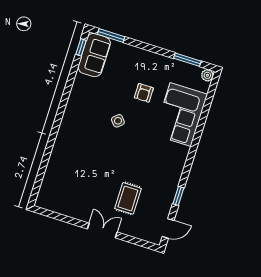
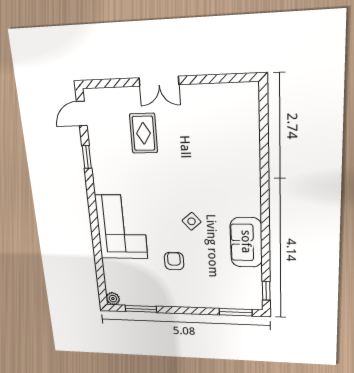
sofa: (94, 55) -> (246, 242), moved
corner sofa: (181, 115) -> (121, 227), moved

